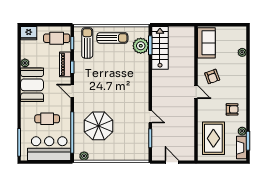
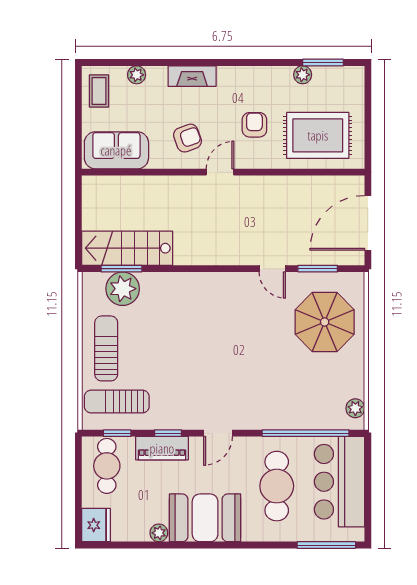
coffee table: (234, 35) -> (99, 91), added
armchair: (232, 109) -> (254, 125), moved
door: (150, 117) -> (272, 269), swing flipped
cafe table: (47, 119) -> (277, 486), width x1.37, depth x1.35
parasol: (99, 126) -> (325, 322), moved
fireplace: (242, 148) -> (192, 76), moved
door: (172, 162) -> (368, 223), width x1.87

